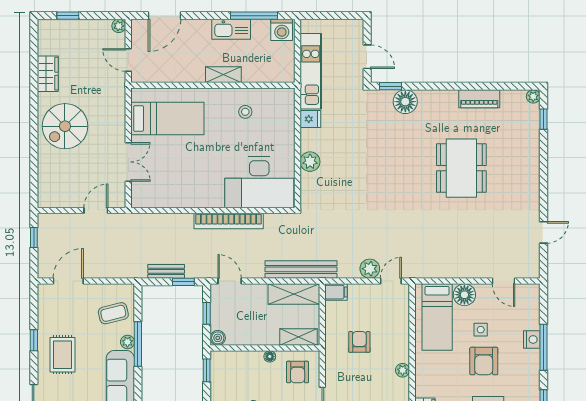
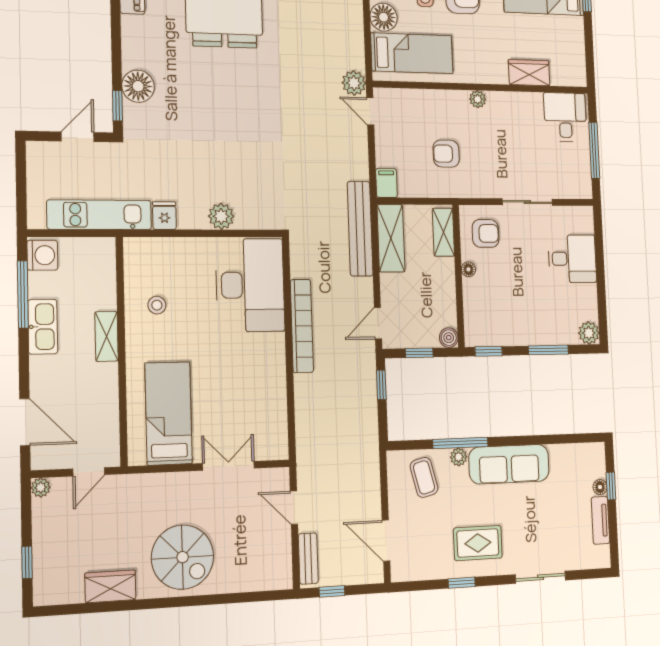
plant: (370, 269) -> (354, 83), moved
bench: (166, 271) -> (308, 559), moved

